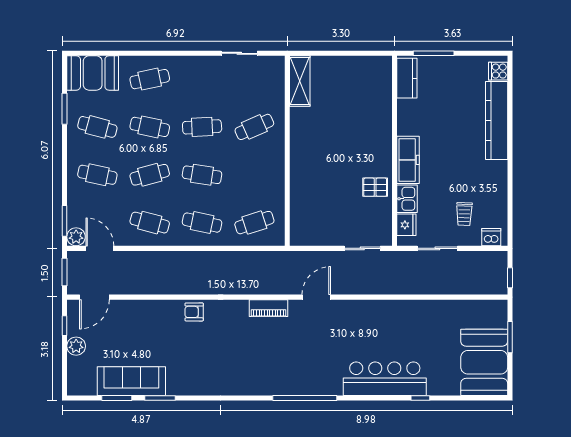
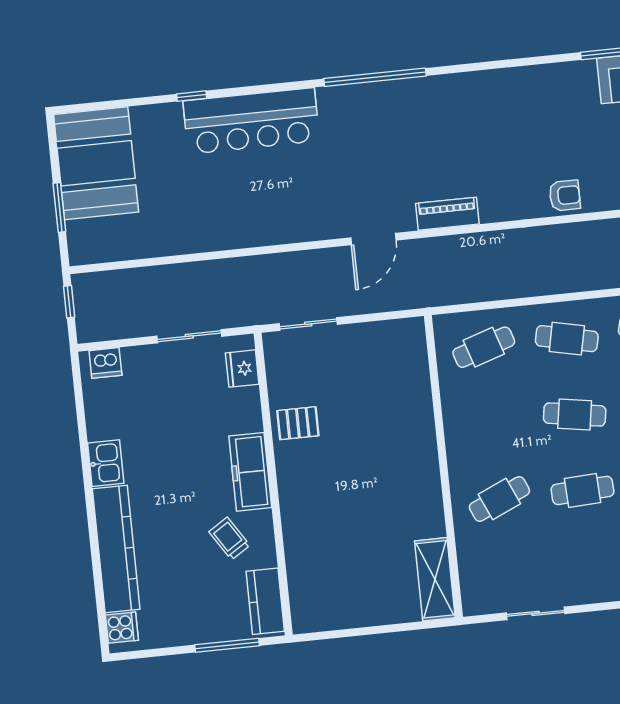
kitchen sink: (407, 199) -> (106, 463), moved, turned 180
trolley: (464, 214) -> (229, 539), moved, turned -35

